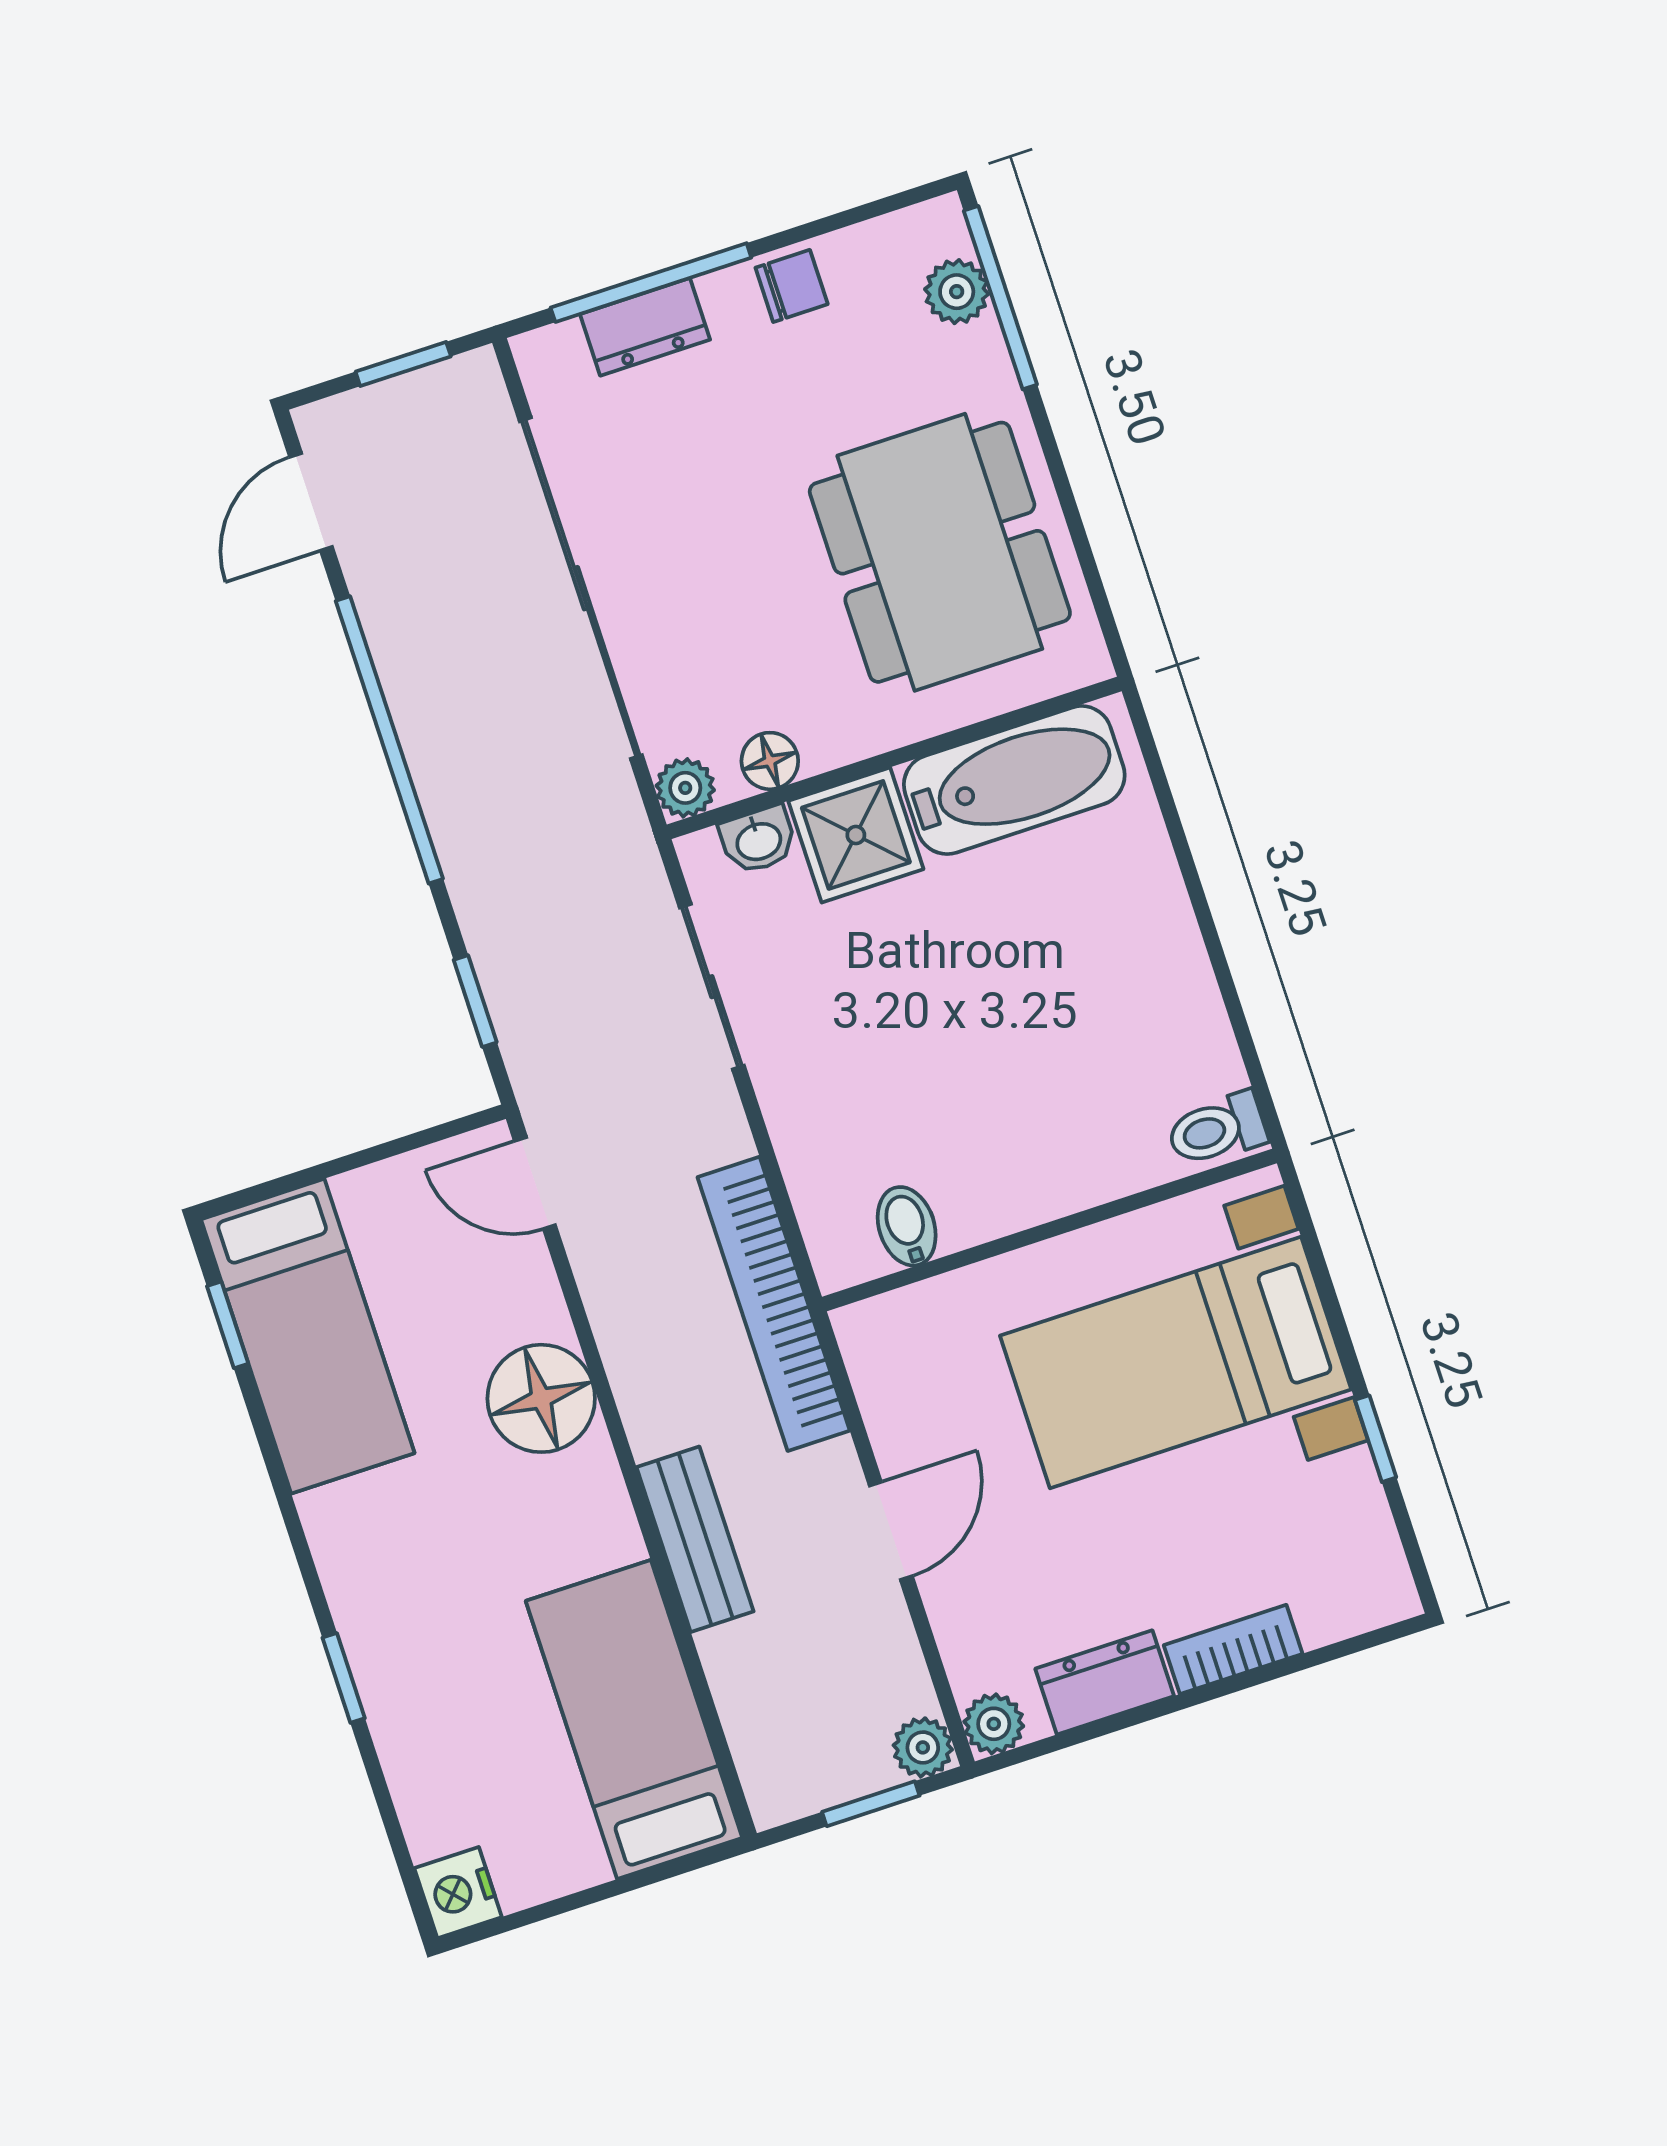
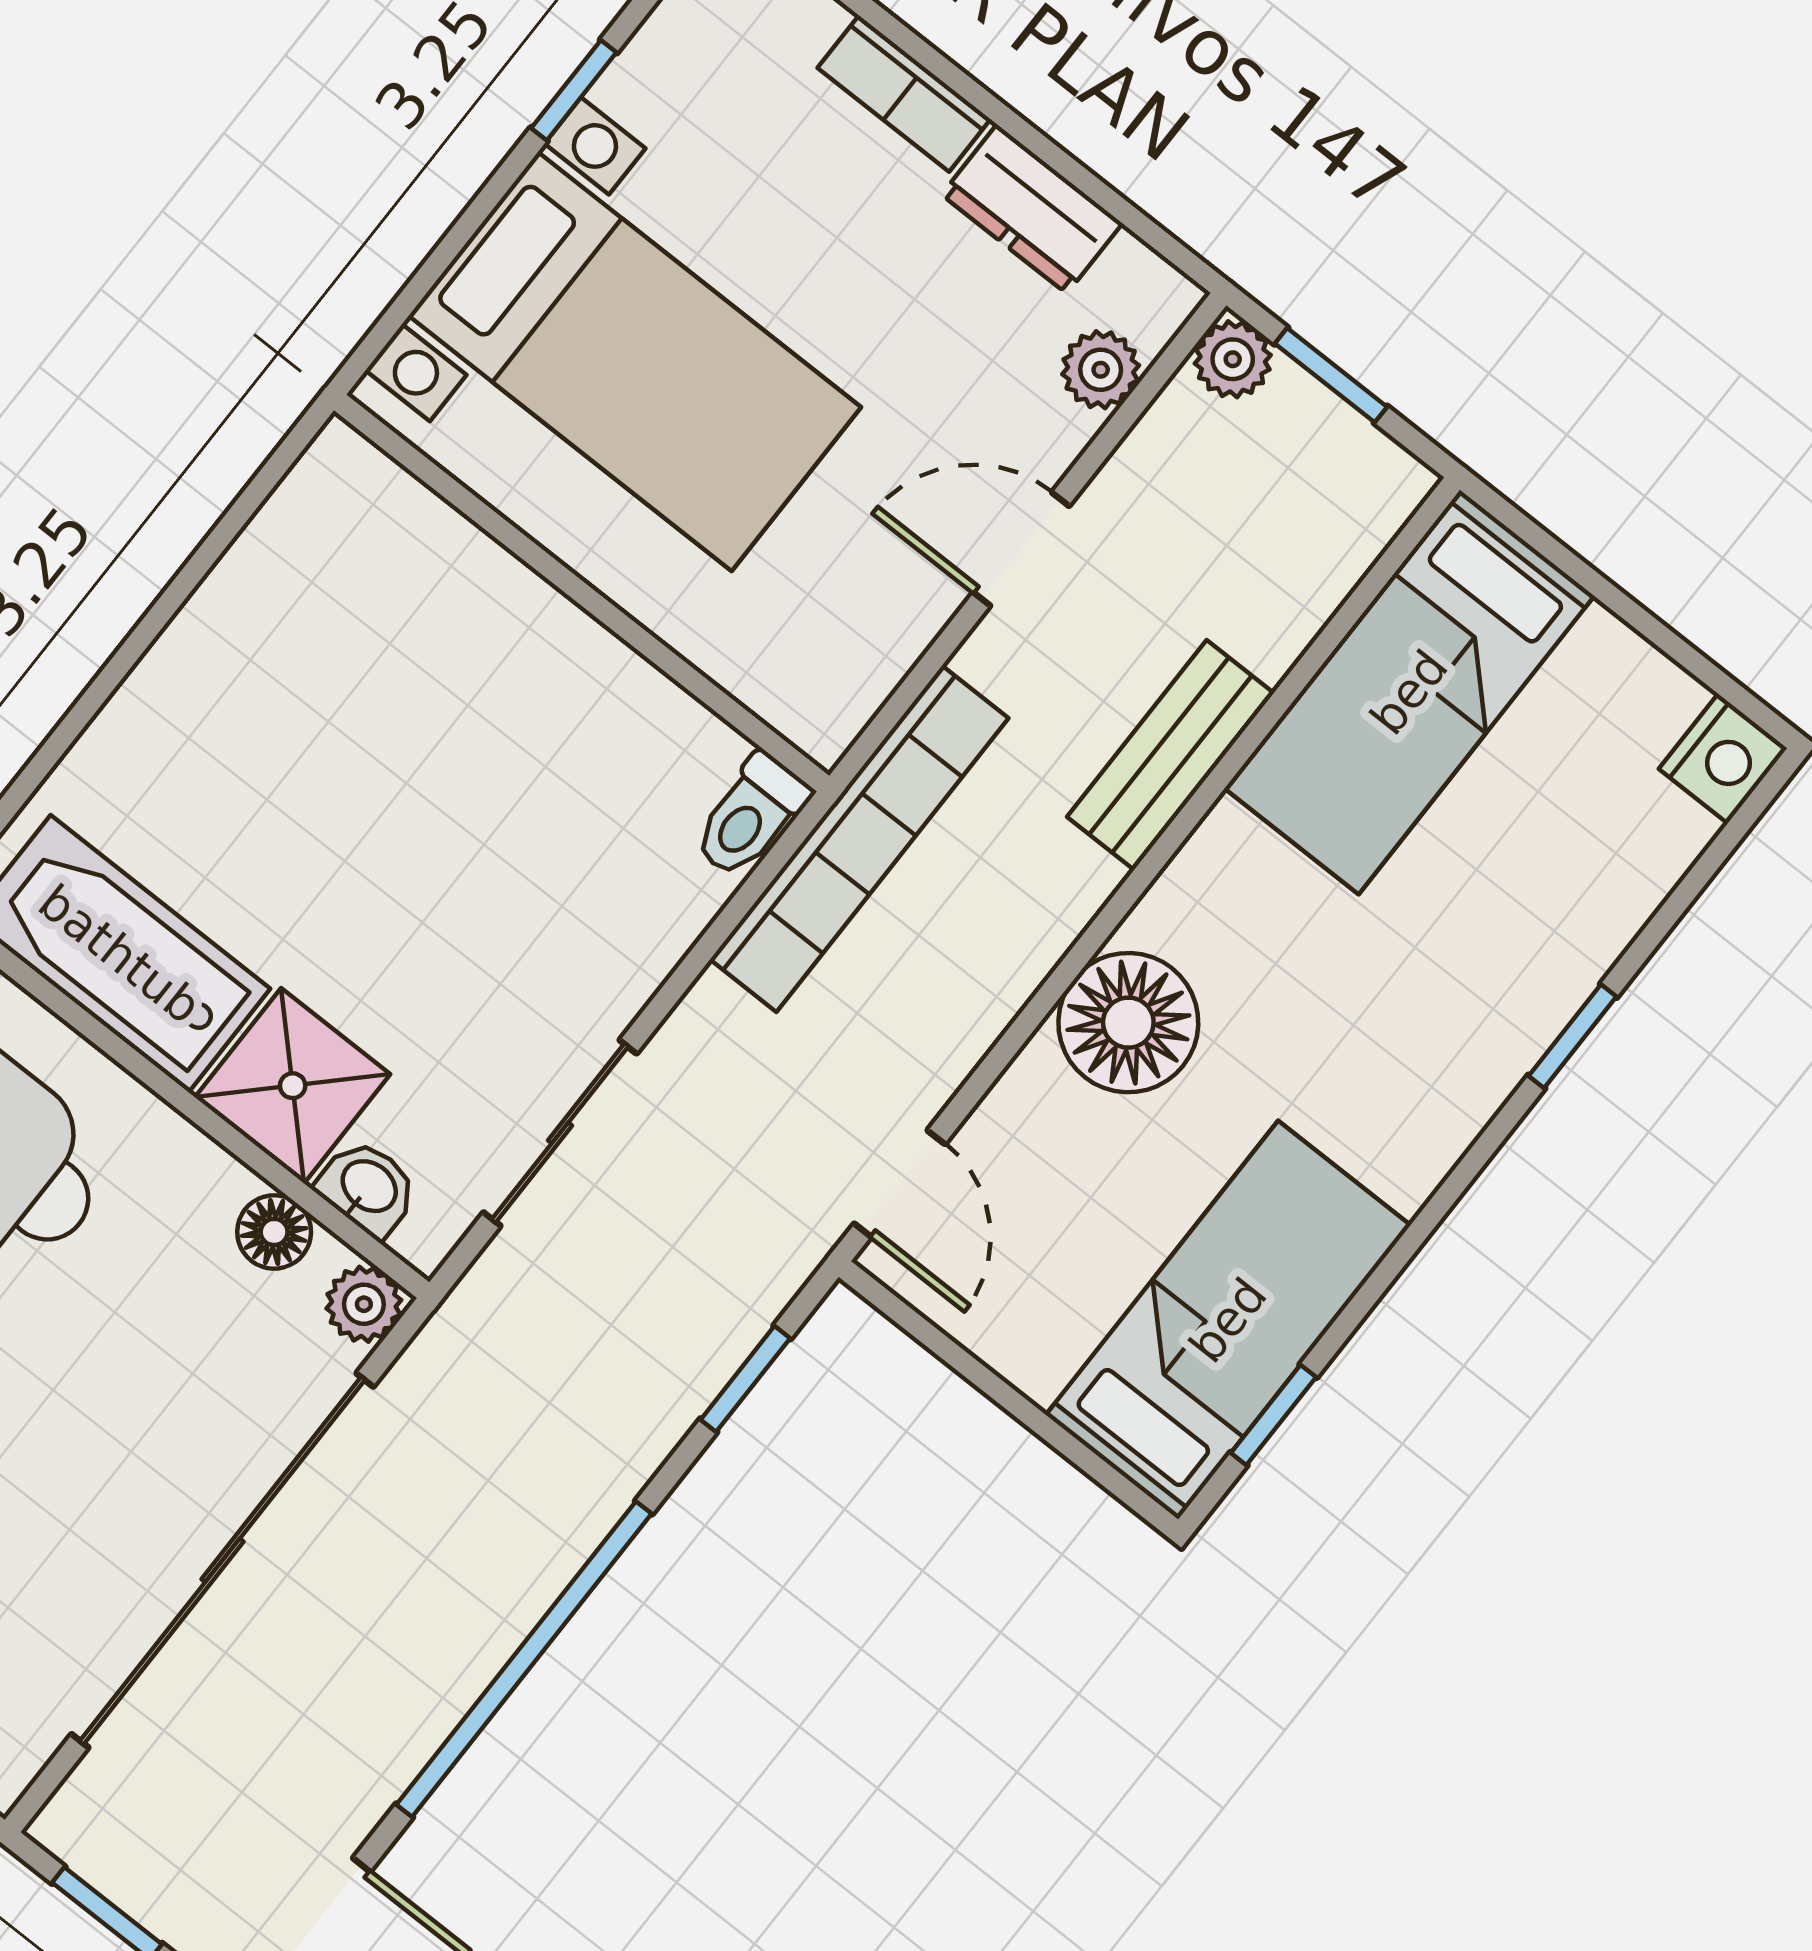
toilet: (1217, 1129) -> (750, 816), moved, turned 90
bidet: (907, 1226) -> (680, 750), removed
plant: (994, 1724) -> (1101, 370), moved

